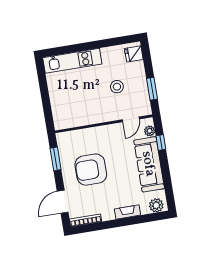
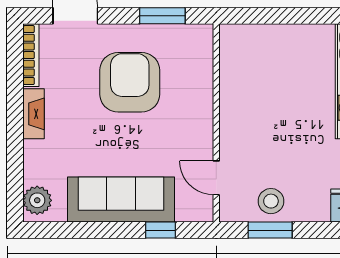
stool: (117, 87) -> (271, 201), moved
plant: (150, 131) -> (187, 212), removed
fireplace: (128, 212) -> (33, 114), moved

